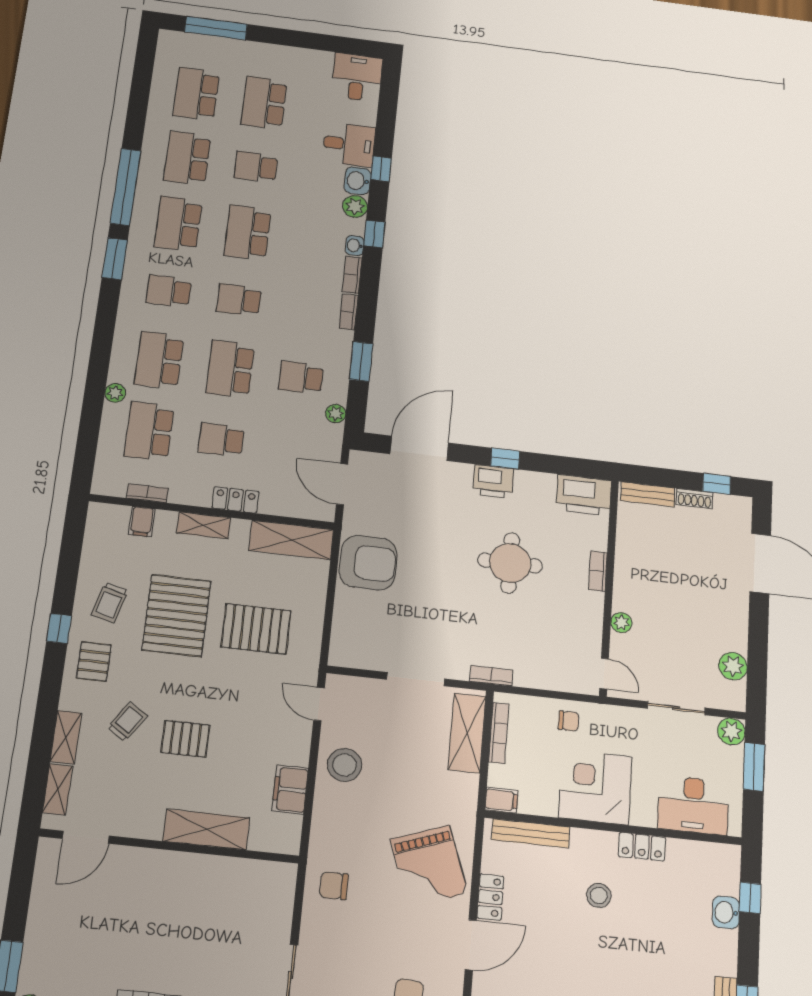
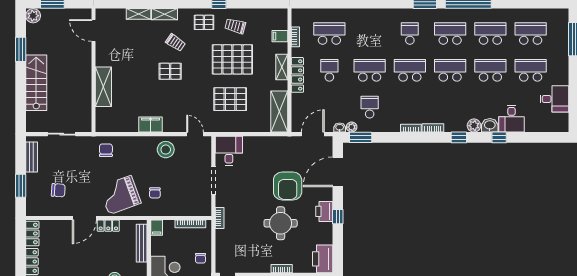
desk: (357, 77) -> (554, 99), moved
school desk: (256, 167) -> (490, 70), width x1.85
washbasin: (355, 246) -> (340, 128), moved
school desk: (239, 300) -> (410, 70), width x1.85
school desk: (159, 360) -> (370, 33), removed
window: (361, 361) -> (361, 137), moved
plant: (115, 393) -> (348, 14), removed
door: (419, 448) -> (338, 172), swing flipped
locker: (235, 500) -> (297, 75), width x1.53
armchair: (368, 563) -> (288, 186), moved
pallet: (256, 629) -> (230, 99), turned 90
desk: (359, 643) -> (229, 151), added
door: (319, 704) -> (195, 134), hinge flipped
shelving: (467, 733) -> (189, 208), removed
pallet: (185, 739) -> (170, 71), turned 90
chair: (431, 796) -> (155, 193), added
shelving: (206, 830) -> (103, 87), moved
door: (86, 837) -> (93, 30), moved
wall: (170, 846) -> (93, 70), moved
door: (471, 945) -> (84, 218), hinge flipped

